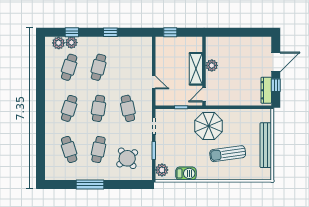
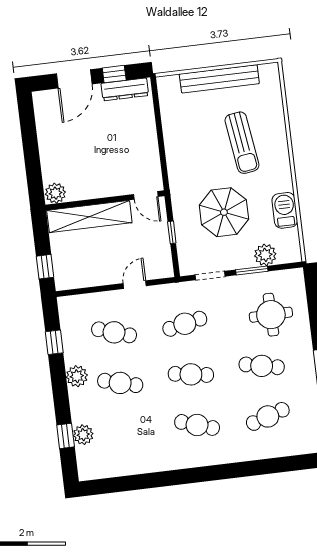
window: (110, 32) -> (54, 342), moved
plant: (59, 43) -> (77, 376), moved
door: (276, 62) -> (74, 79), swing flipped
plant: (212, 65) -> (55, 193), moved
cafe table: (69, 67) -> (114, 332), moved
shelving: (196, 69) -> (89, 217), width x1.47
parasol: (209, 126) -> (224, 212), moved
round table: (127, 158) -> (271, 315), turned 37
plant: (162, 170) -> (265, 255), moved

